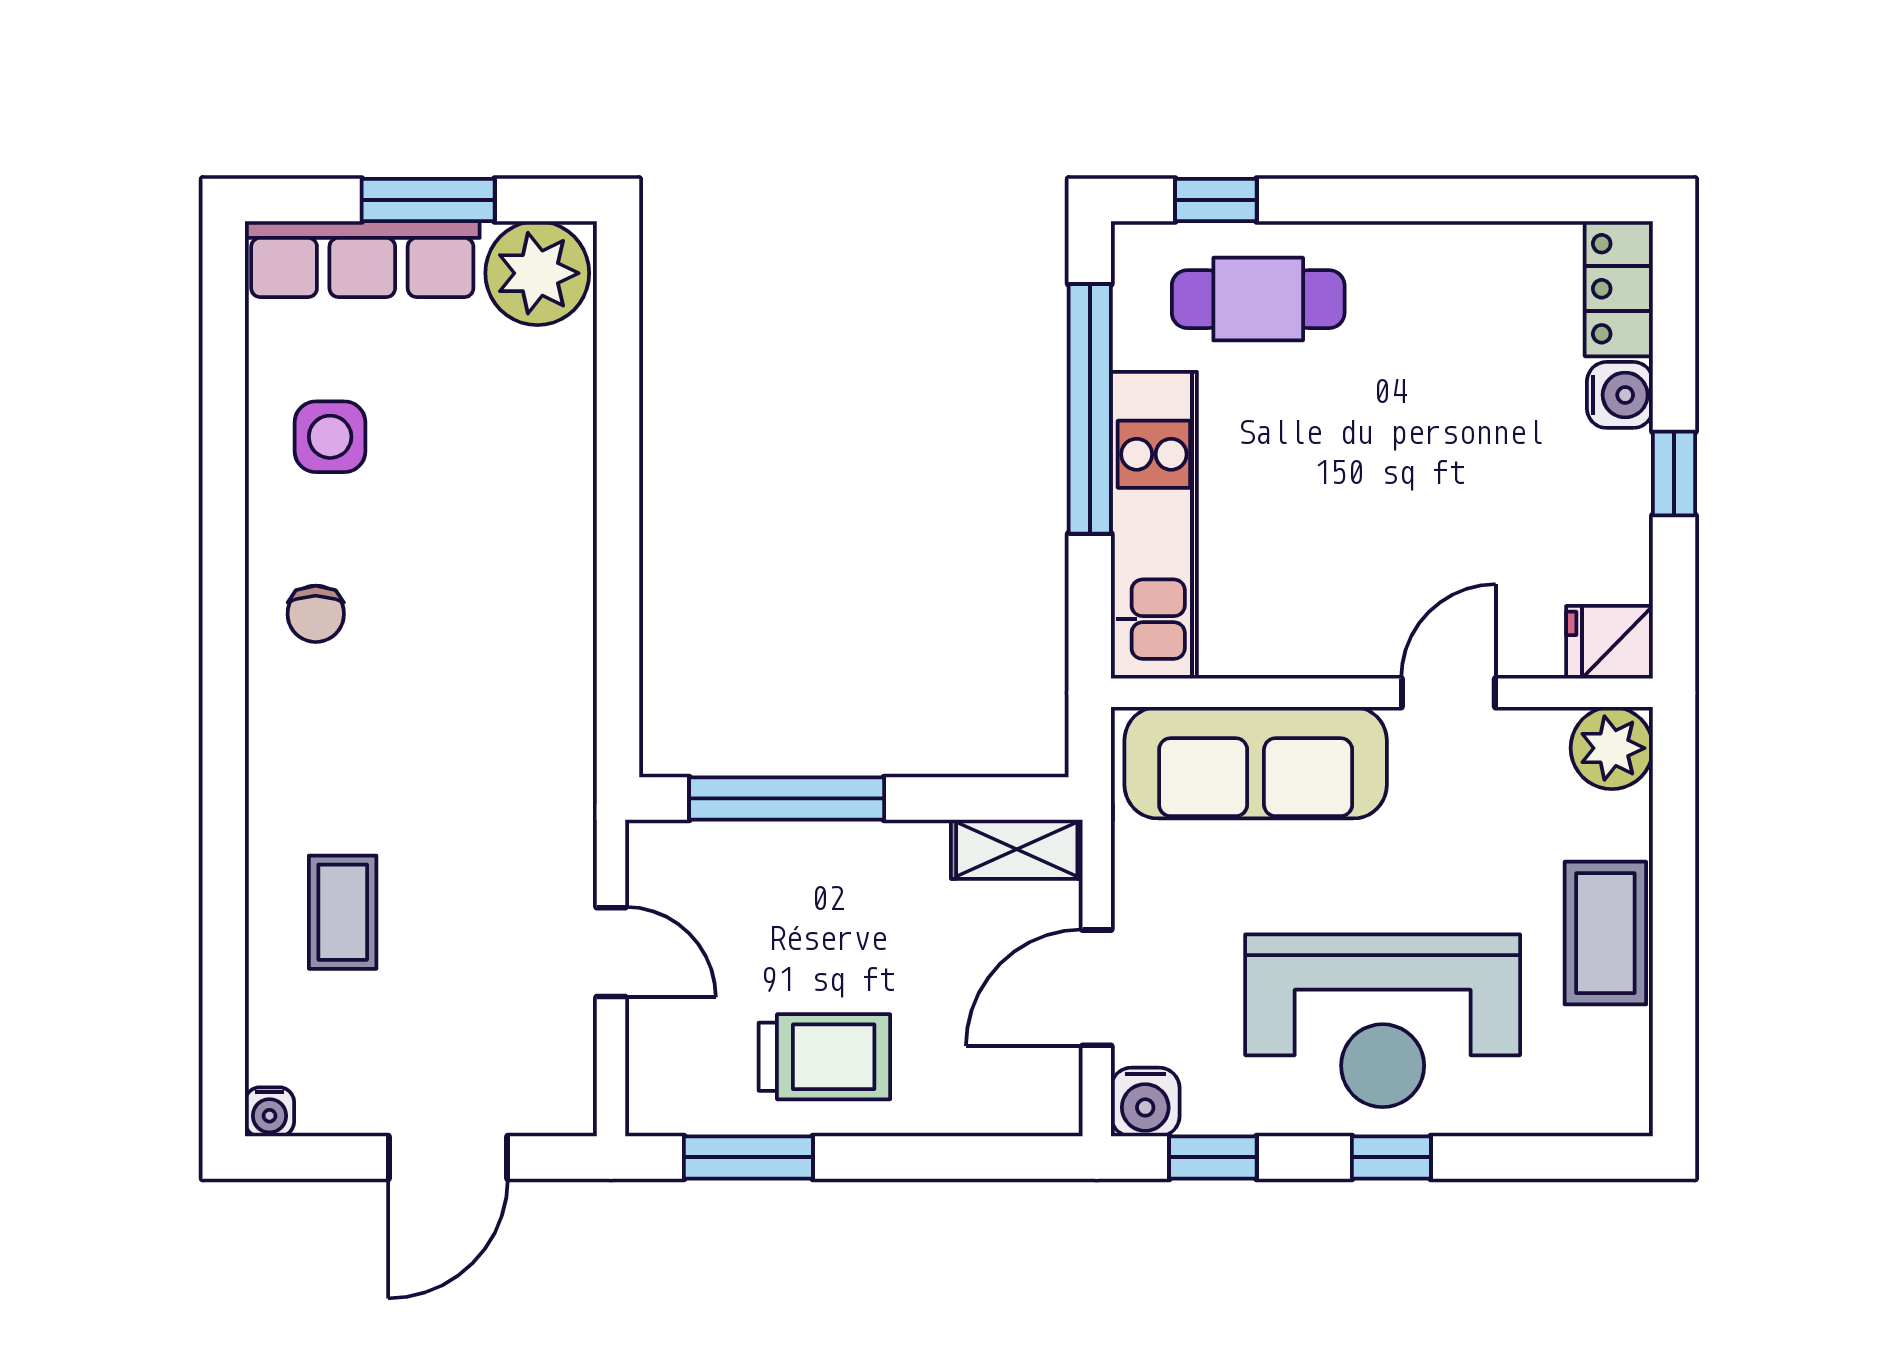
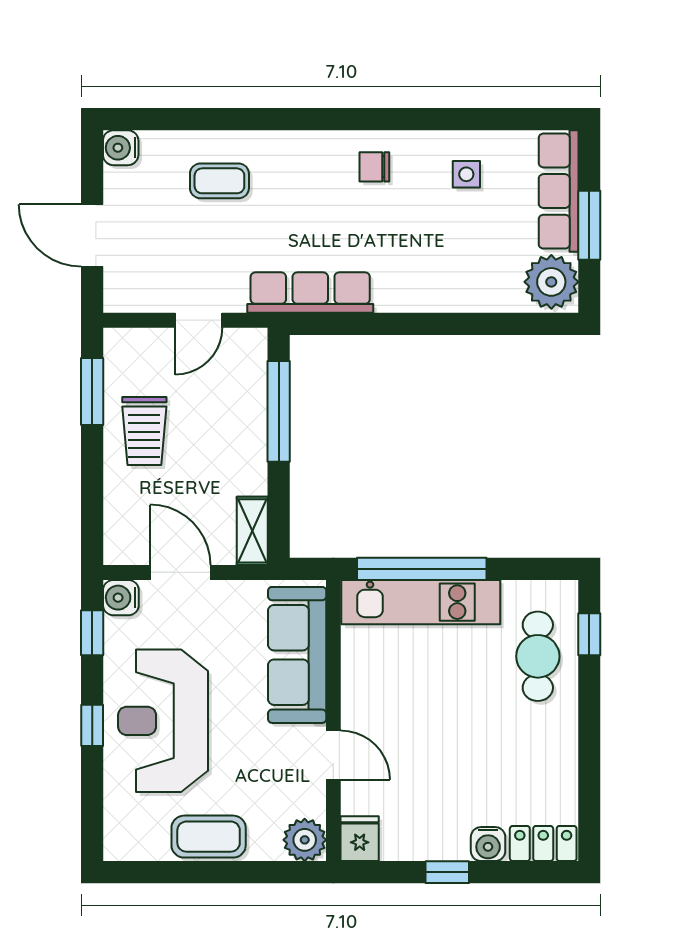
window: (1090, 409) -> (422, 569), moved
side table: (330, 437) -> (466, 174), width x0.73, depth x0.73
row of seats: (558, 737) -> (310, 293), added
water cooler: (269, 1112) -> (121, 148), width x1.38, depth x1.38

